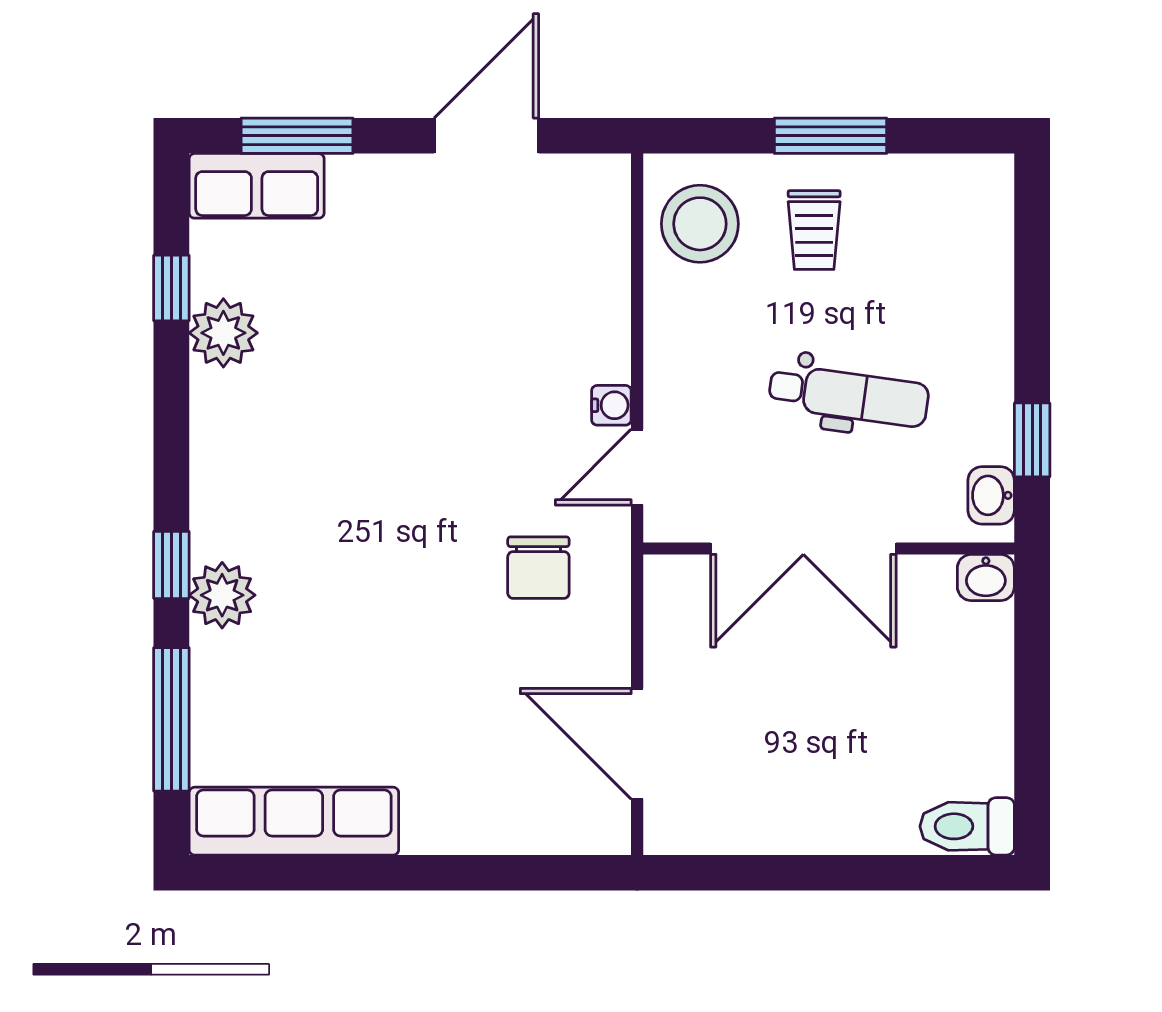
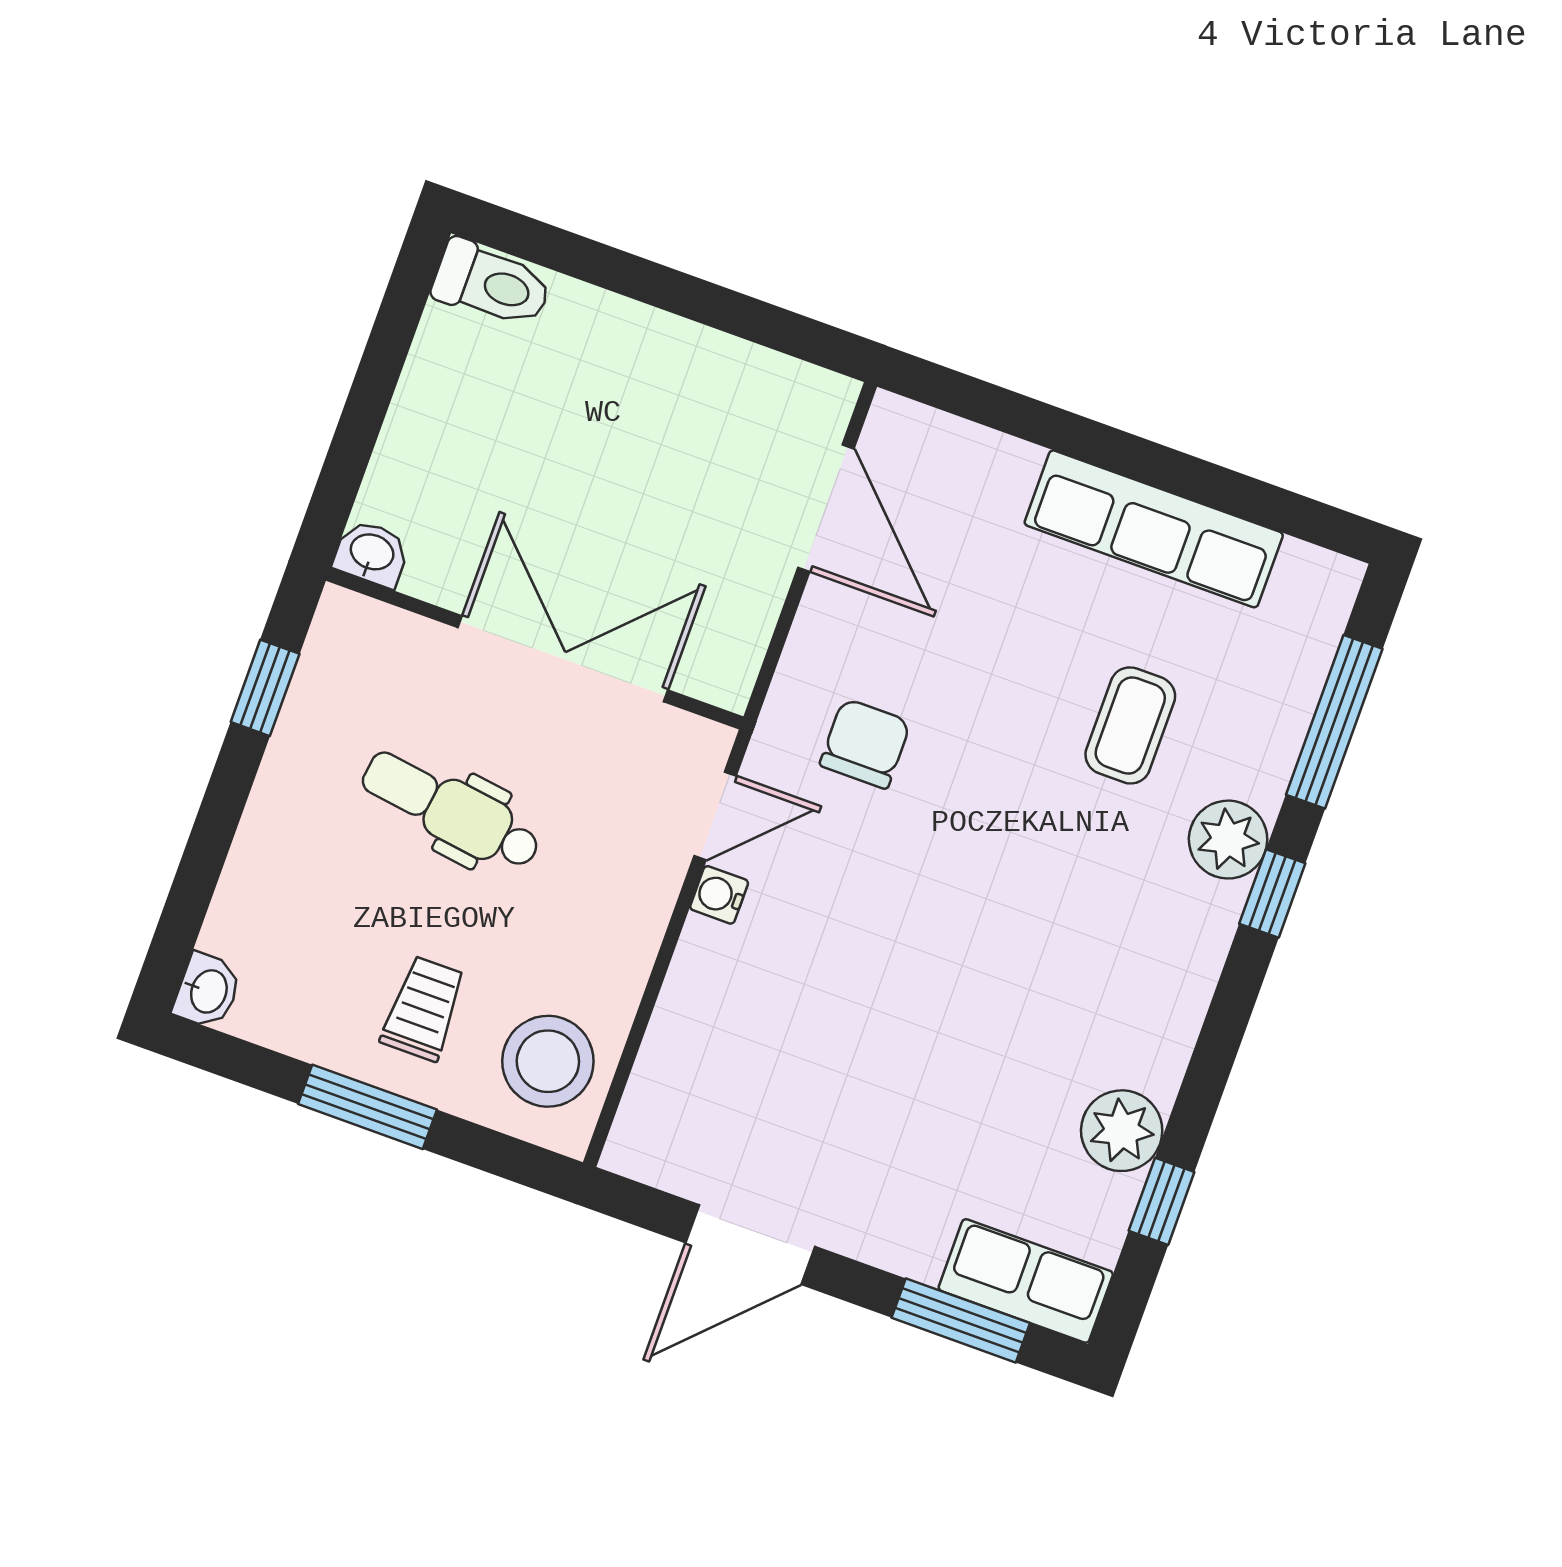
washbasin: (991, 495) -> (207, 991), moved
coffee table: (333, 658) -> (1130, 725), added
row of seats: (294, 821) -> (1154, 529), moved

